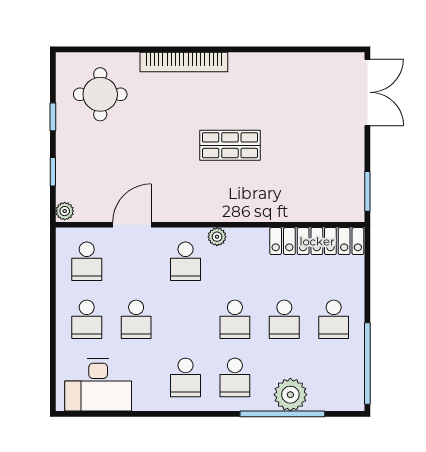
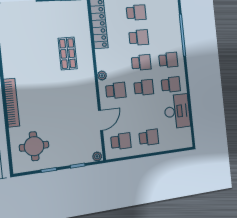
shop shelf: (230, 145) -> (68, 54), moved
door: (132, 225) -> (100, 120), swing flipped
school desk: (136, 319) -> (144, 87), moved
desk: (98, 385) -> (177, 111), moved
plant: (290, 395) -> (173, 32), removed

